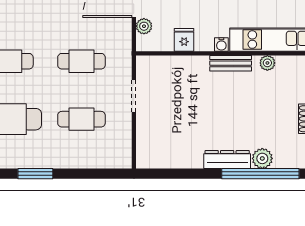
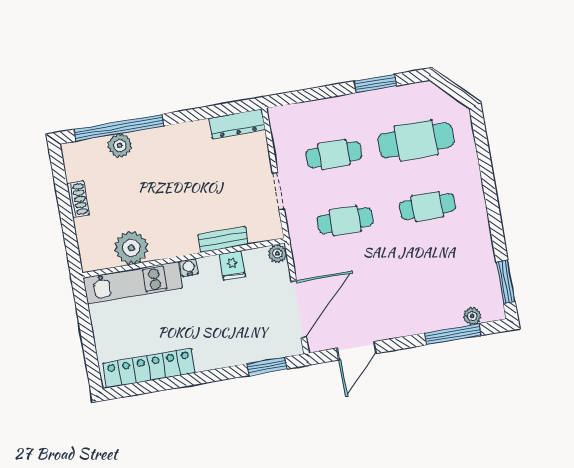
plant: (144, 26) -> (277, 253), moved
bench: (231, 63) -> (223, 239), moved
plant: (267, 63) -> (131, 248), width x1.88, depth x1.88
dresser: (227, 160) -> (237, 124), moved

